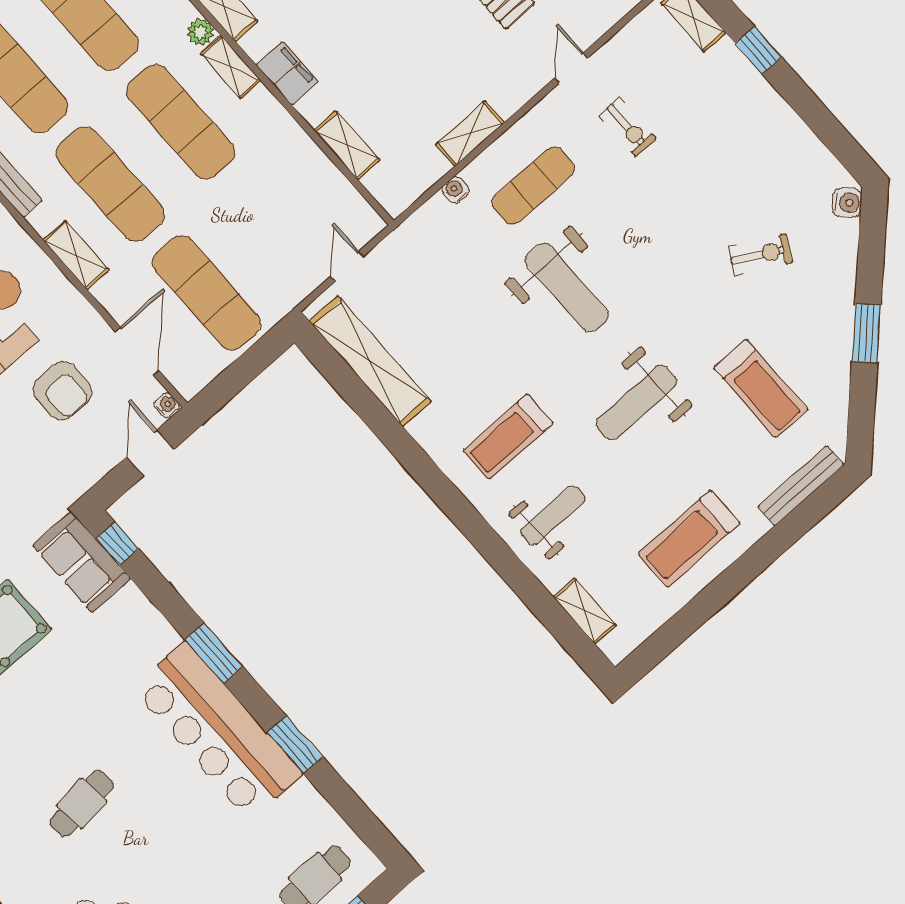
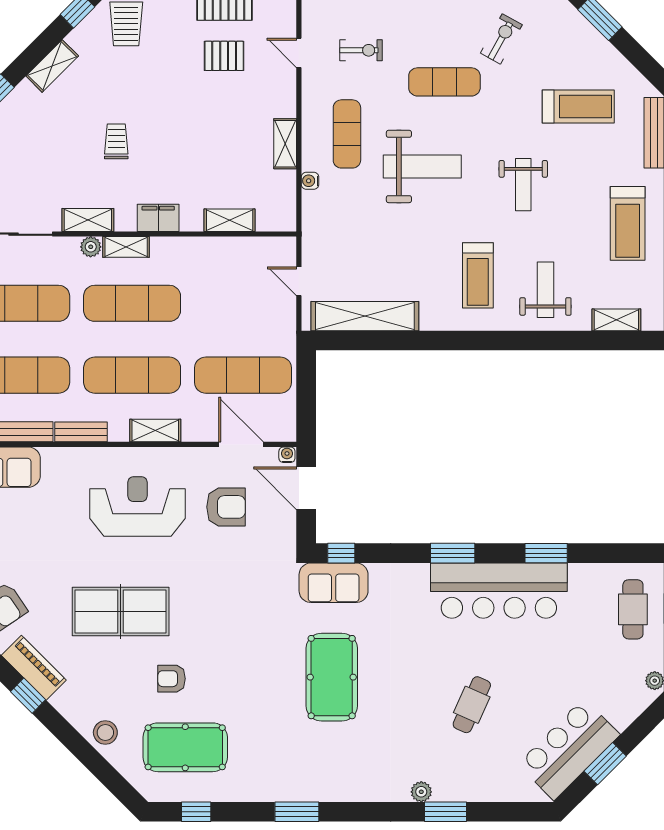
exercise mat: (669, 236) -> (444, 82), added
weight bench: (637, 403) -> (523, 185), width x0.73, depth x0.75
door: (150, 453) -> (306, 488), width x1.38
cafe table: (82, 803) -> (472, 705), turned 30

